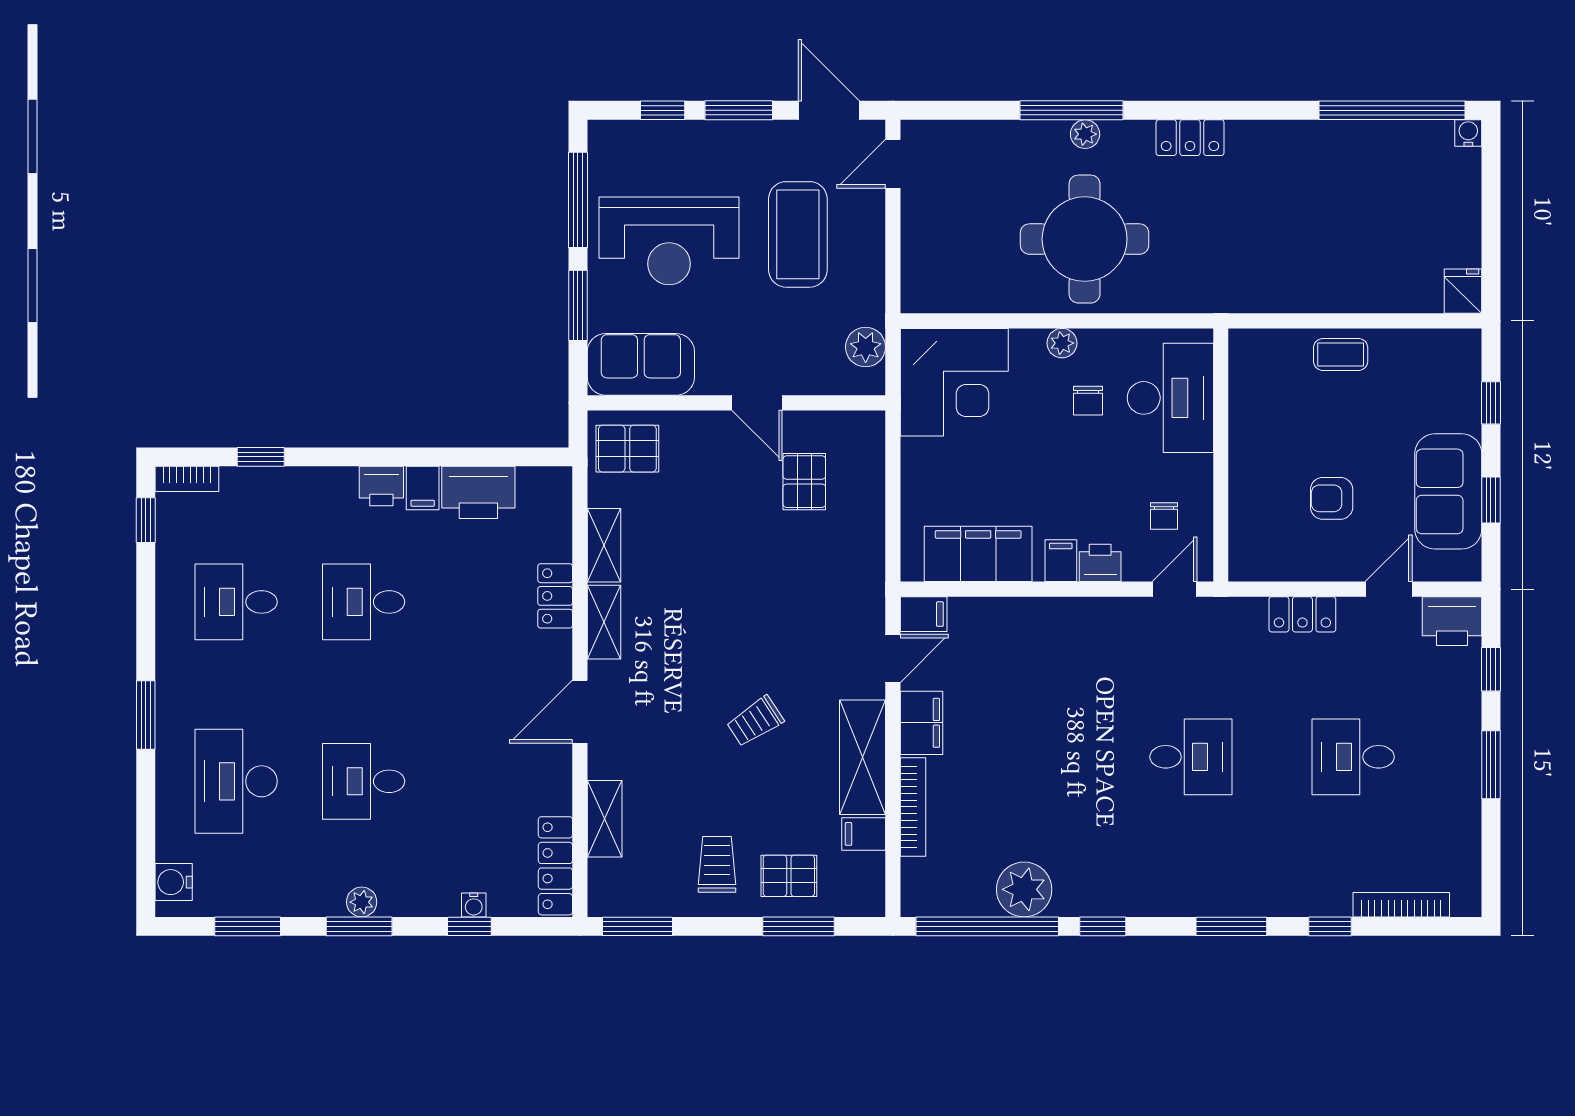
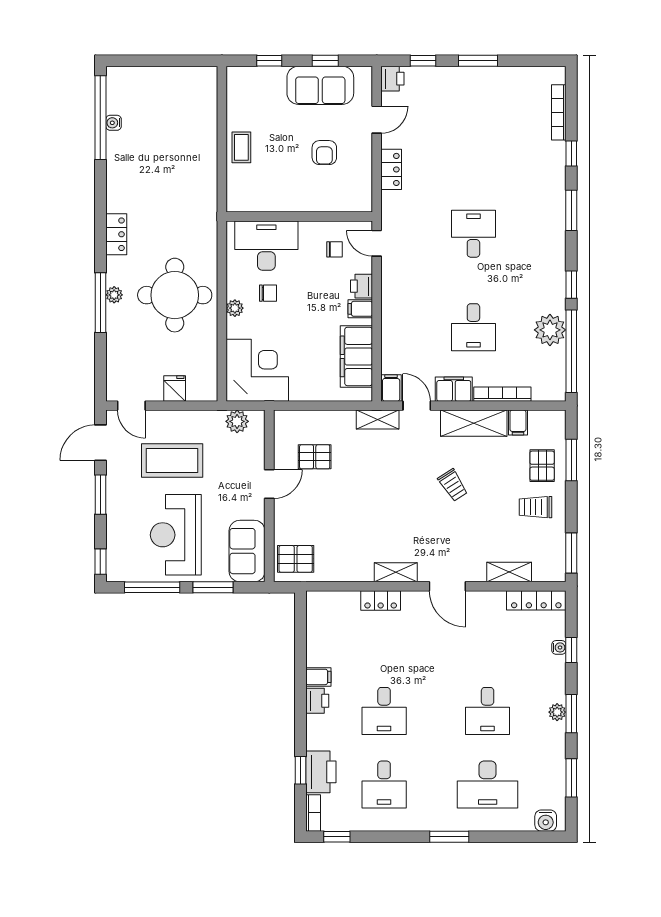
window: (663, 110) -> (100, 562), moved
water cooler: (1468, 133) -> (114, 123), moved
reception desk: (669, 241) -> (176, 535), turned 180
fridge: (1463, 291) -> (175, 389), moved, turned 90
pallet: (627, 449) -> (296, 559), turned 90
printer: (478, 492) -> (321, 772), moved
shelving: (604, 545) -> (378, 420), moved
door: (1389, 589) -> (377, 120), swing flipped
printer: (1452, 621) -> (392, 79), width x0.73, depth x0.81
desk: (1353, 757) -> (473, 327), moved

